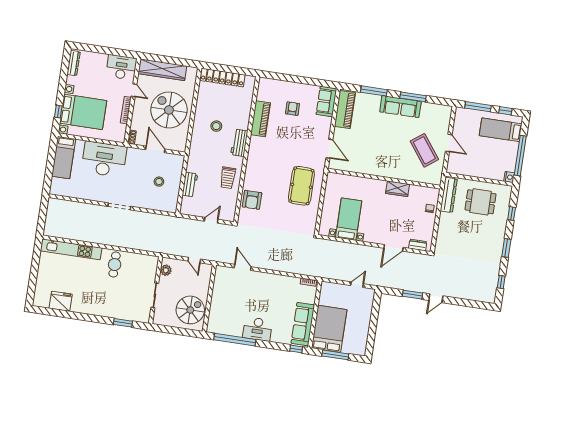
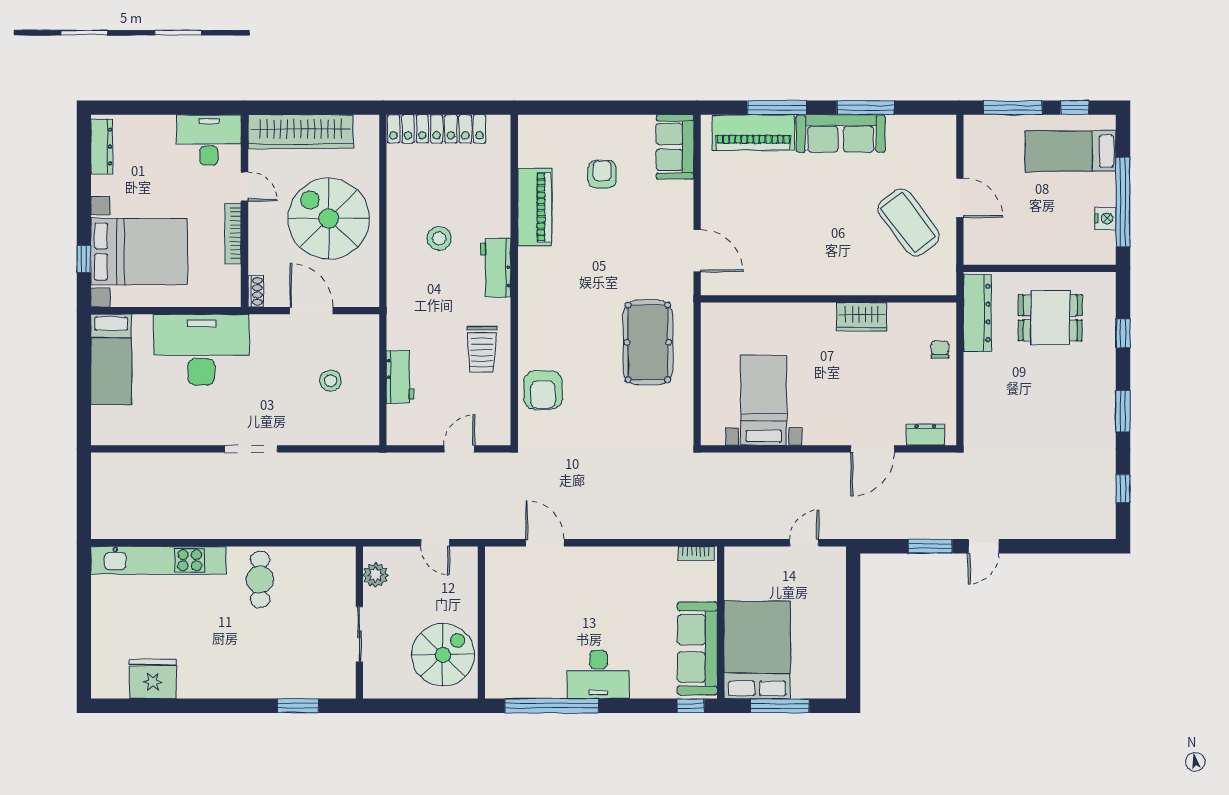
piano: (345, 110) -> (753, 133), moved, turned 90
nightstand: (509, 177) -> (1105, 218), moved

